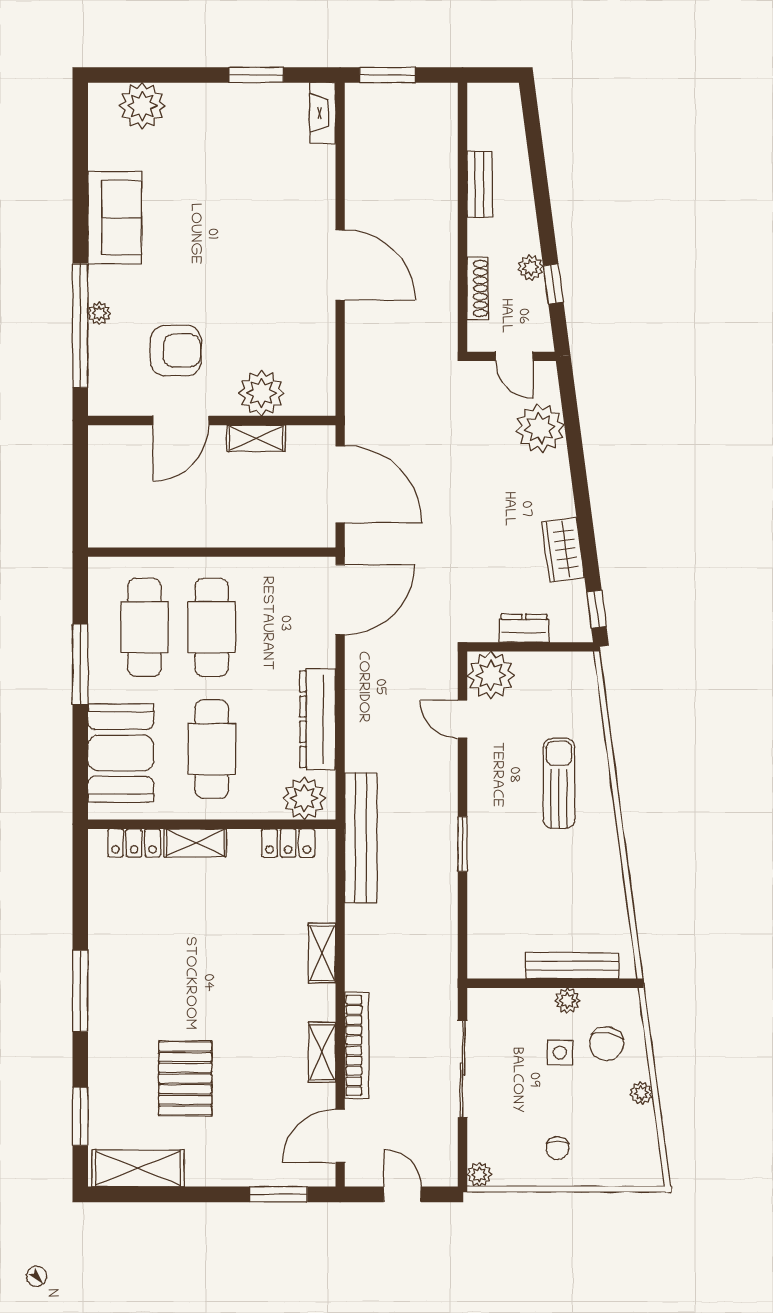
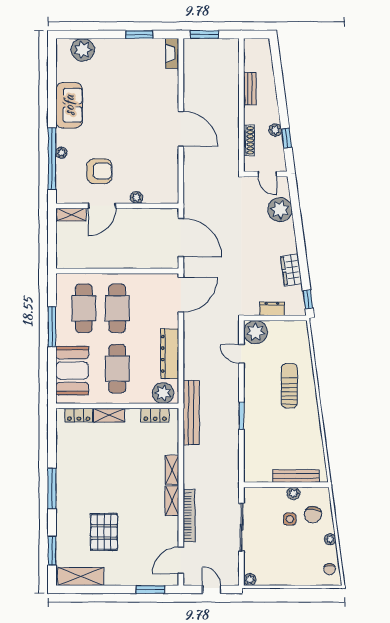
plant: (261, 393) -> (137, 197), width x0.53, depth x0.53
shelving: (256, 438) -> (71, 215), moved
shelving: (322, 1052) -> (172, 501), moved
chair: (558, 1148) -> (329, 569), moved

